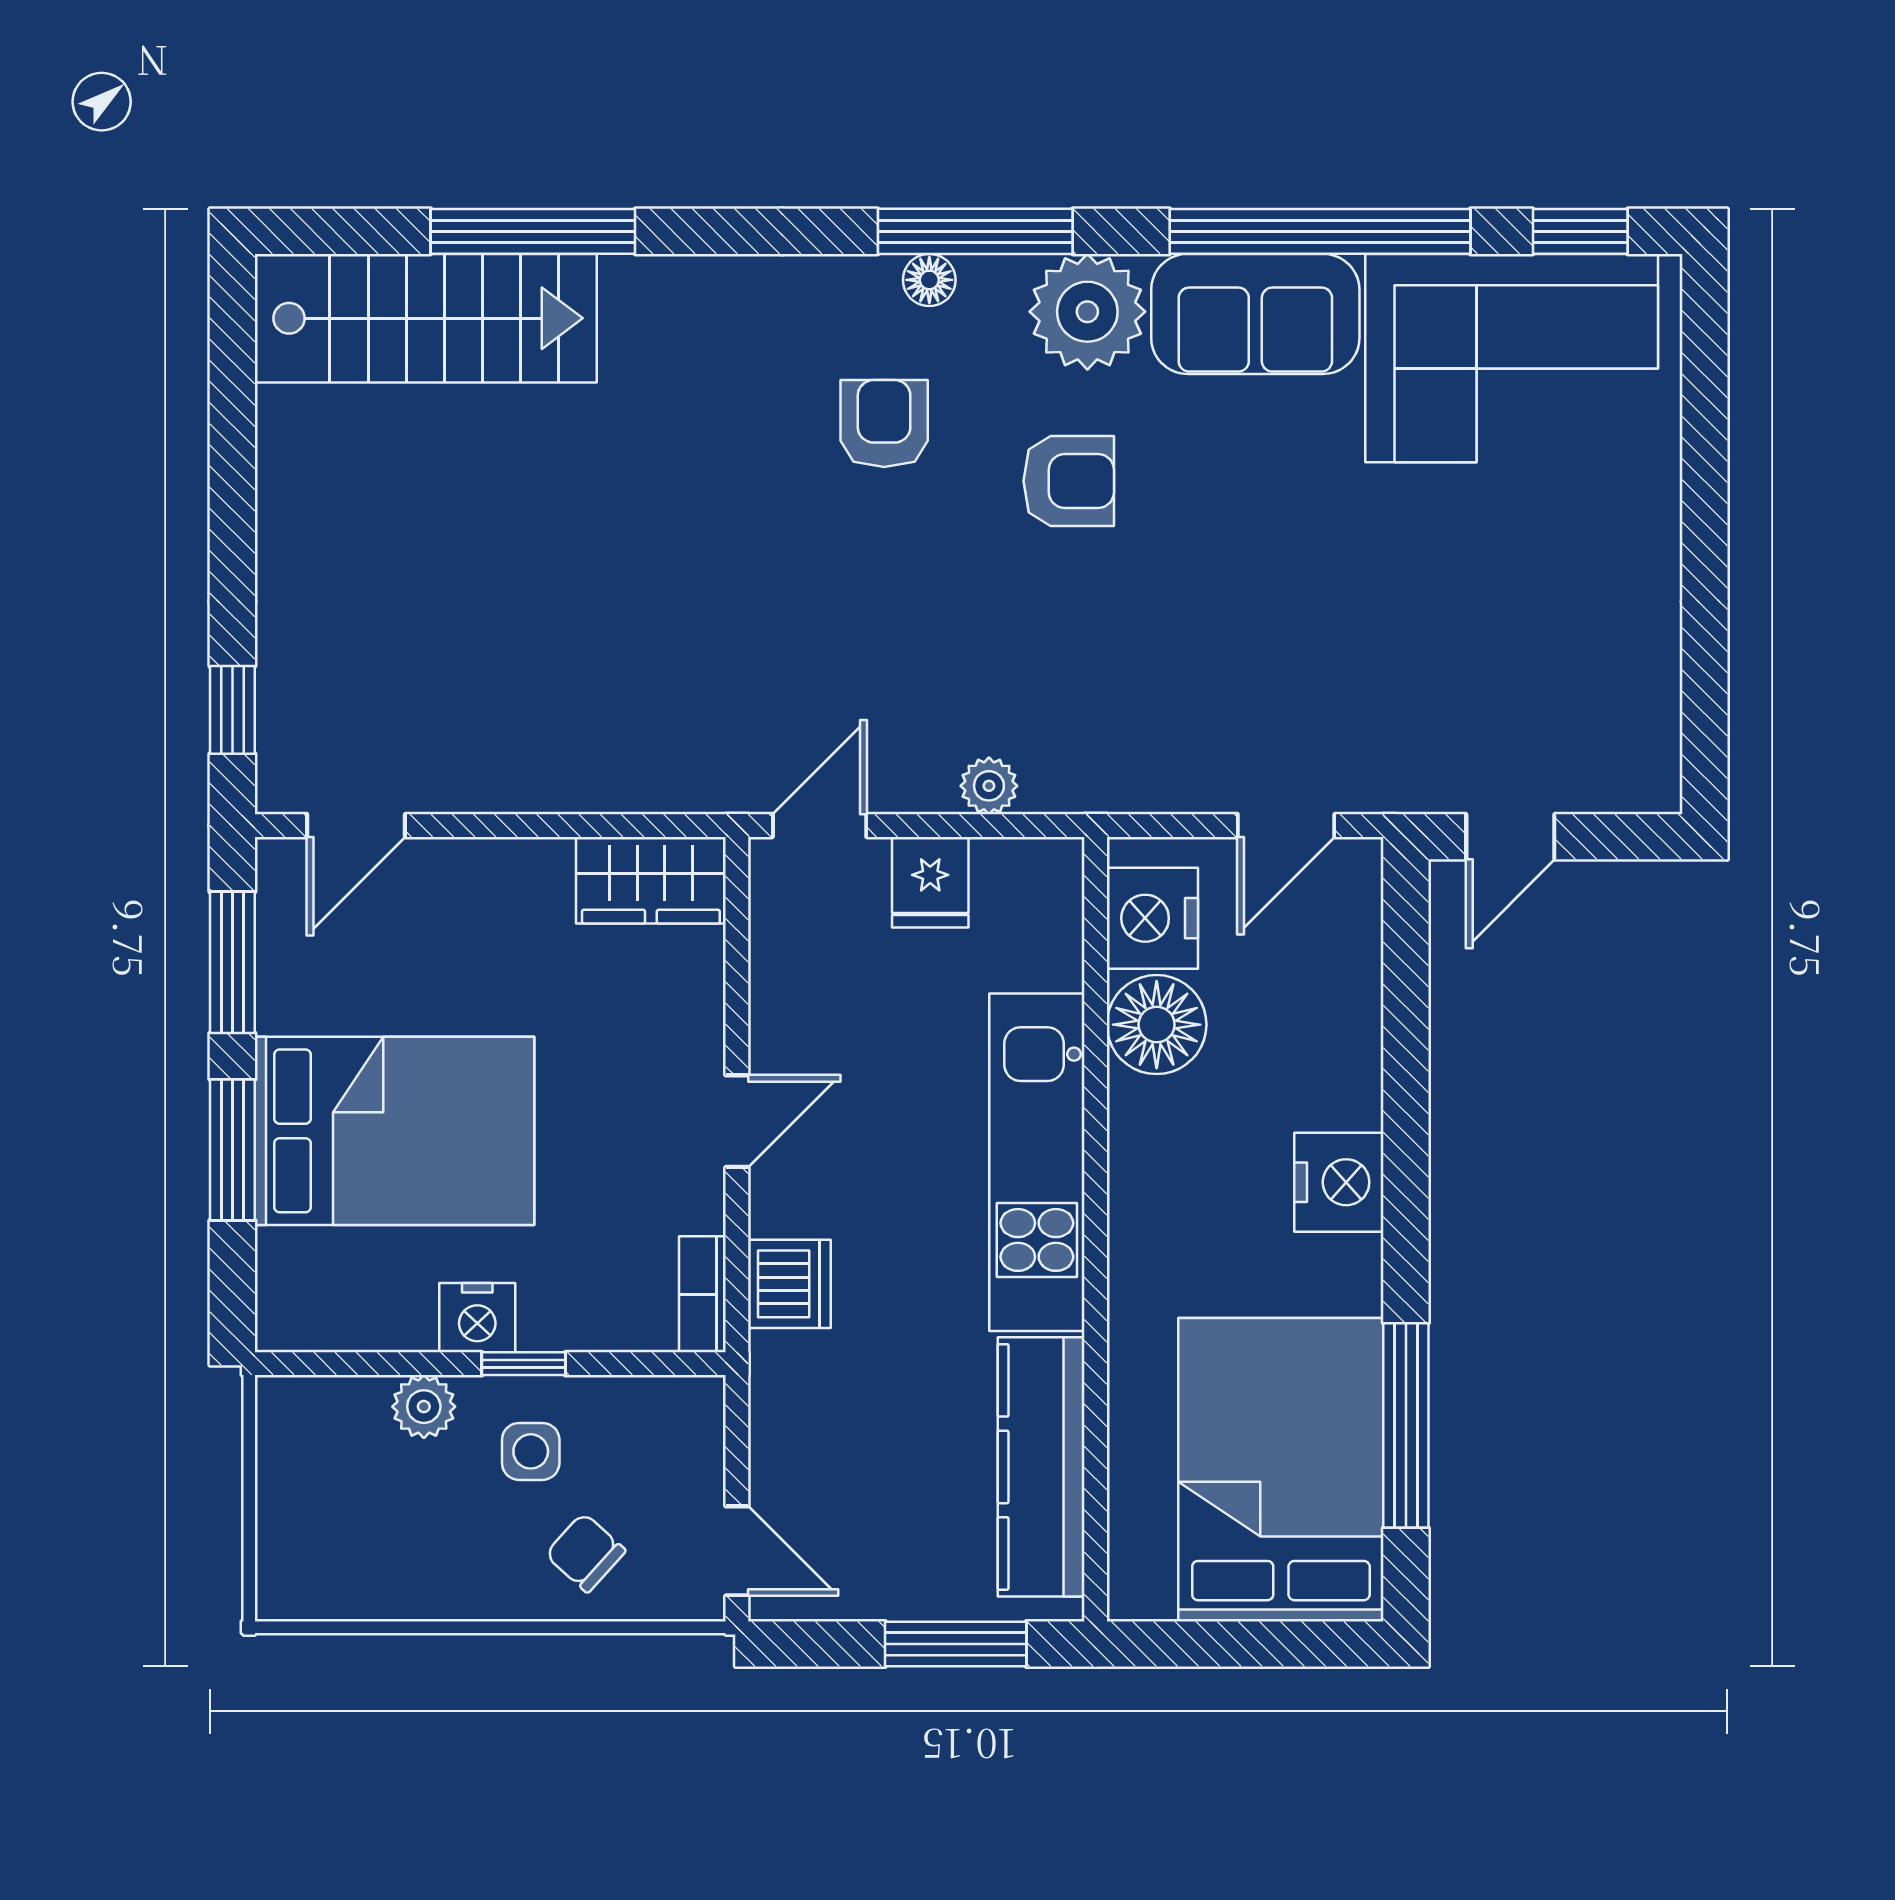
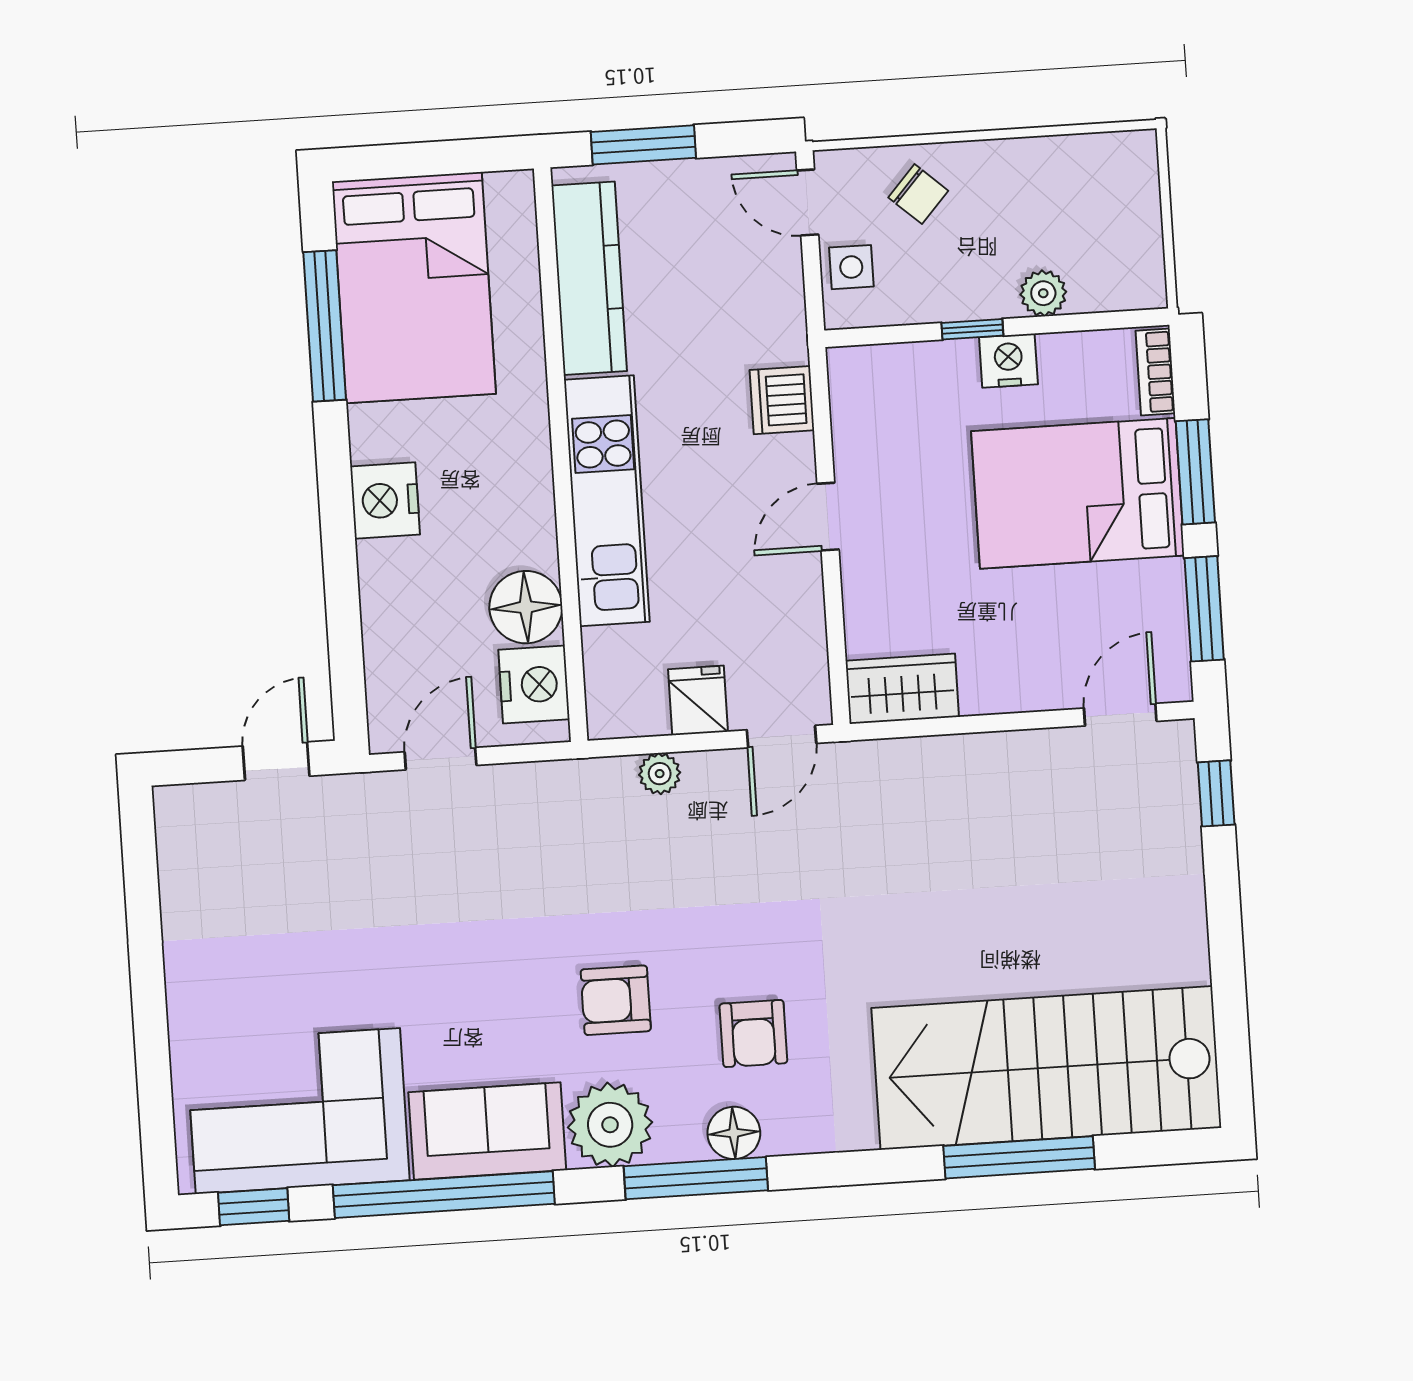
floor lamp: (929, 280) -> (734, 1133), width x1.37, depth x1.37
stairs: (426, 318) -> (1046, 1068), width x1.36, depth x1.51
bookcase: (702, 1294) -> (1155, 372), moved, turned 180
side table: (531, 1451) -> (851, 267), moved

